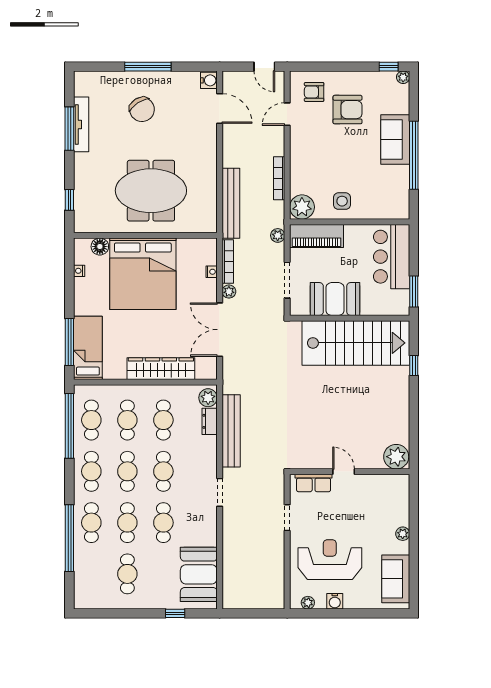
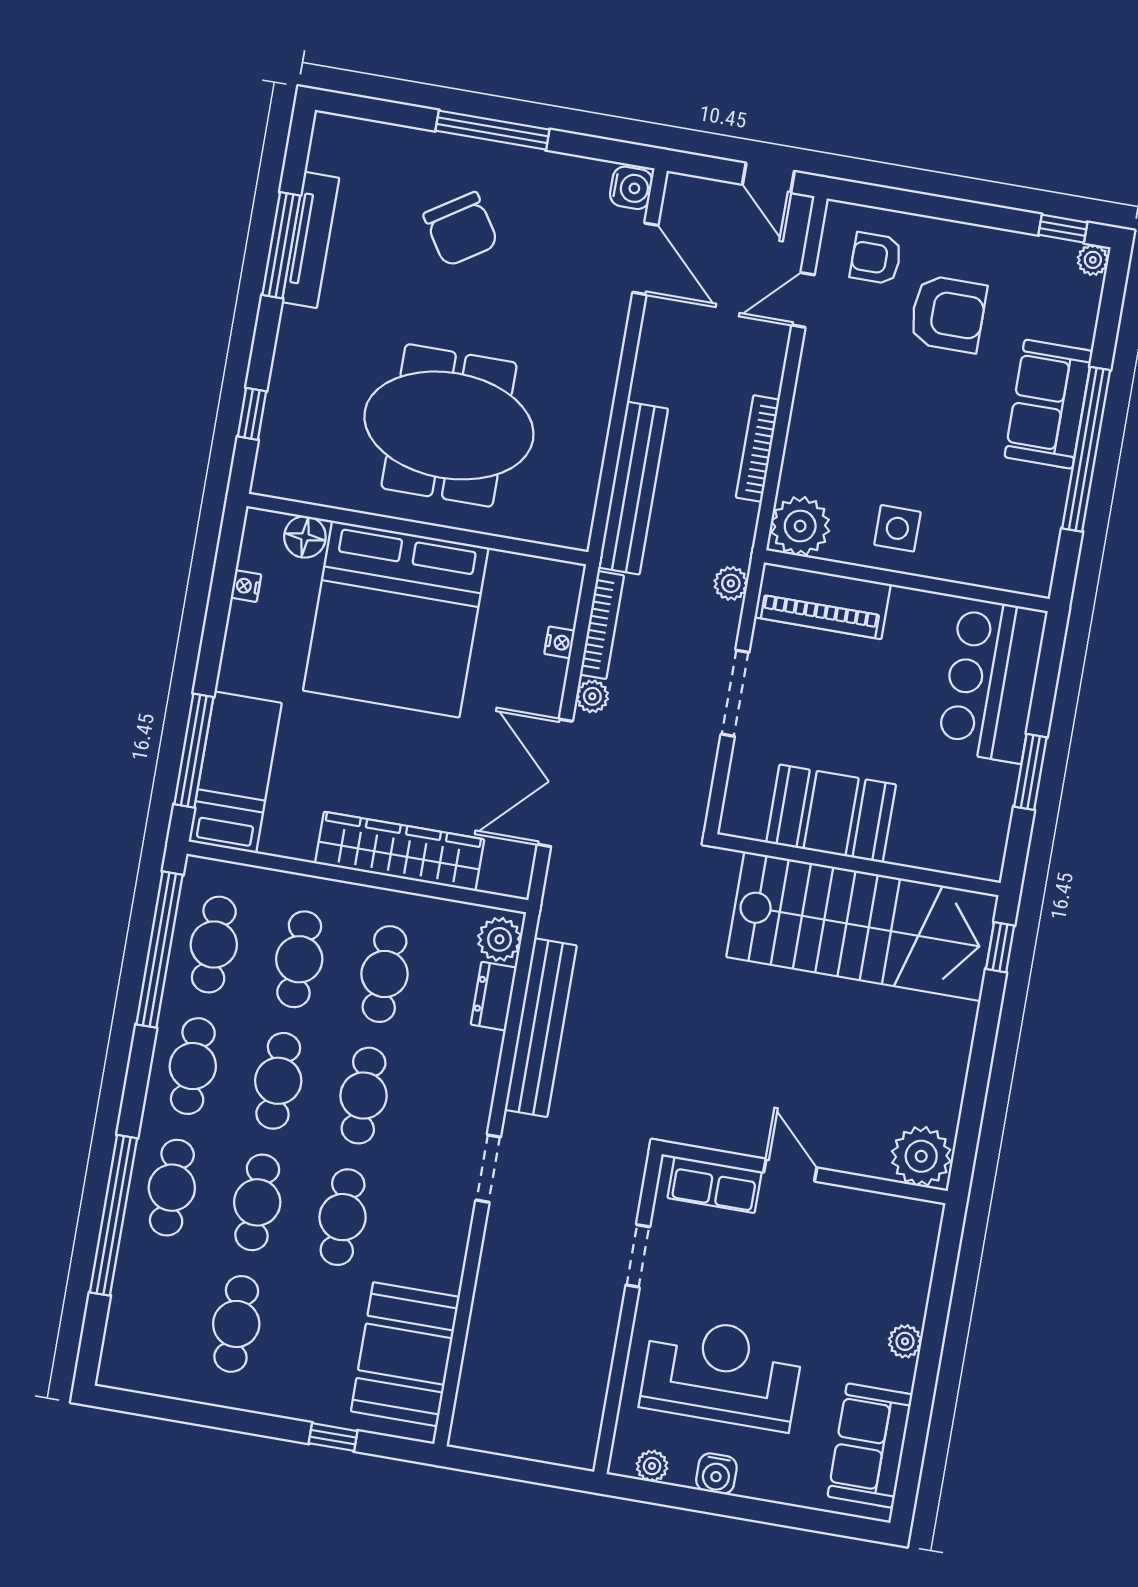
booth: (335, 299) -> (831, 814), moved
wall: (350, 318) -> (858, 865), moved
stairs: (356, 343) -> (862, 926), moved

